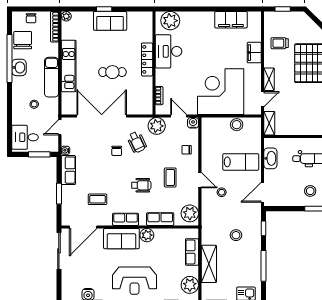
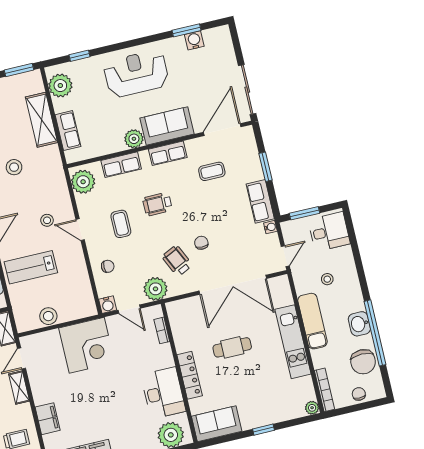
sofa: (110, 21) -> (217, 424), moved
corner desk: (221, 92) -> (87, 345), width x0.74, depth x0.74

